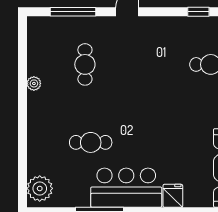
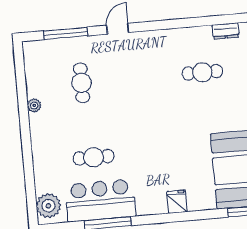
window: (198, 12) -> (186, 23), removed
bar counter: (126, 188) -> (100, 200), moved

